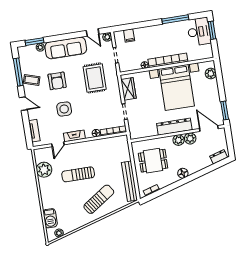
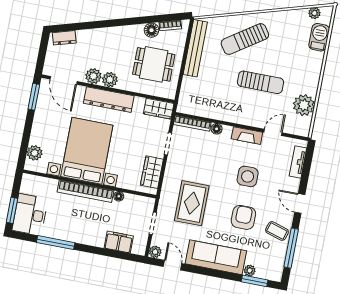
filing cabinet: (129, 35) -> (119, 242), width x2.00
wardrobe: (139, 133) -> (159, 109), added
floor lamp: (183, 173) -> (151, 30), moved

